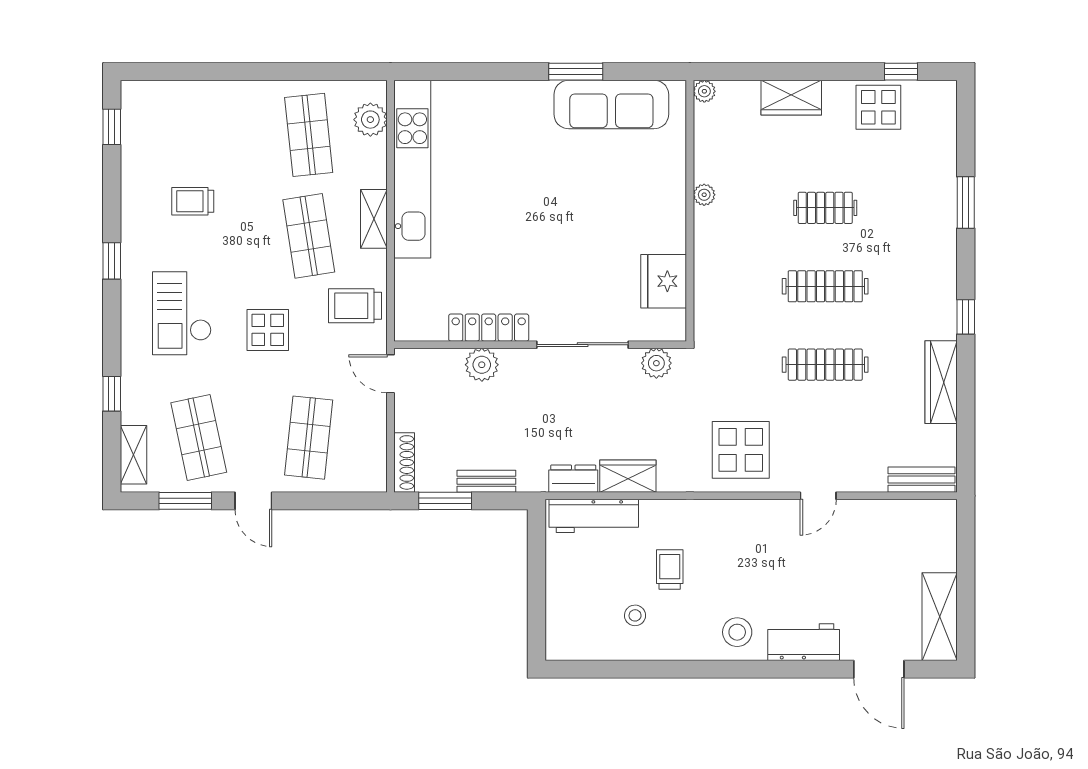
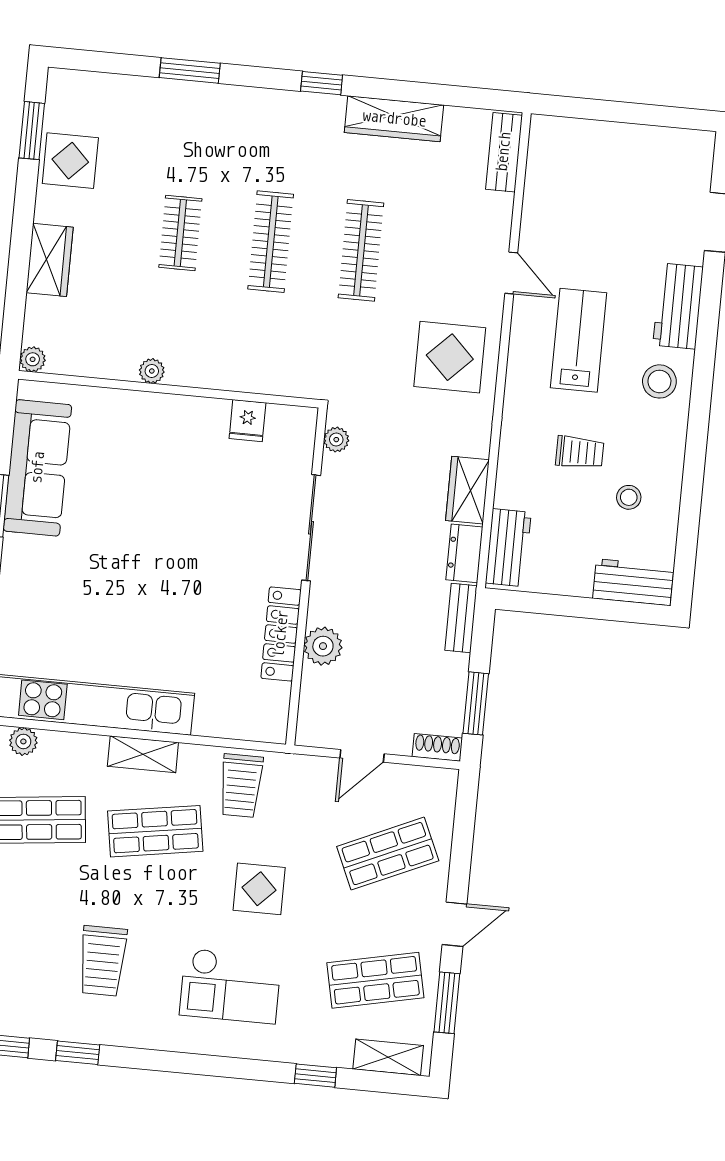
window: (901, 72) -> (32, 131), width x1.50
plant: (370, 120) -> (23, 741), width x0.73, depth x0.73
trolley: (193, 201) -> (103, 961), width x1.36, depth x1.39
window: (112, 261) -> (78, 1053), moved
fridge: (664, 281) -> (248, 421), width x0.53, depth x0.75
plant: (656, 363) -> (336, 440), width x0.73, depth x0.73
door: (391, 374) -> (362, 756), moved
shop shelf: (309, 438) -> (388, 854), turned -30
shoe rack: (404, 462) -> (437, 747), width x0.70
bench: (486, 481) -> (461, 618), moved
workbench: (594, 516) -> (508, 548), width x0.73
lab bench: (766, 559) -> (579, 340), added
trolley: (670, 569) -> (580, 452), turned 180
shelving: (940, 617) -> (664, 147), removed
workbench: (562, 626) -> (633, 582), added

